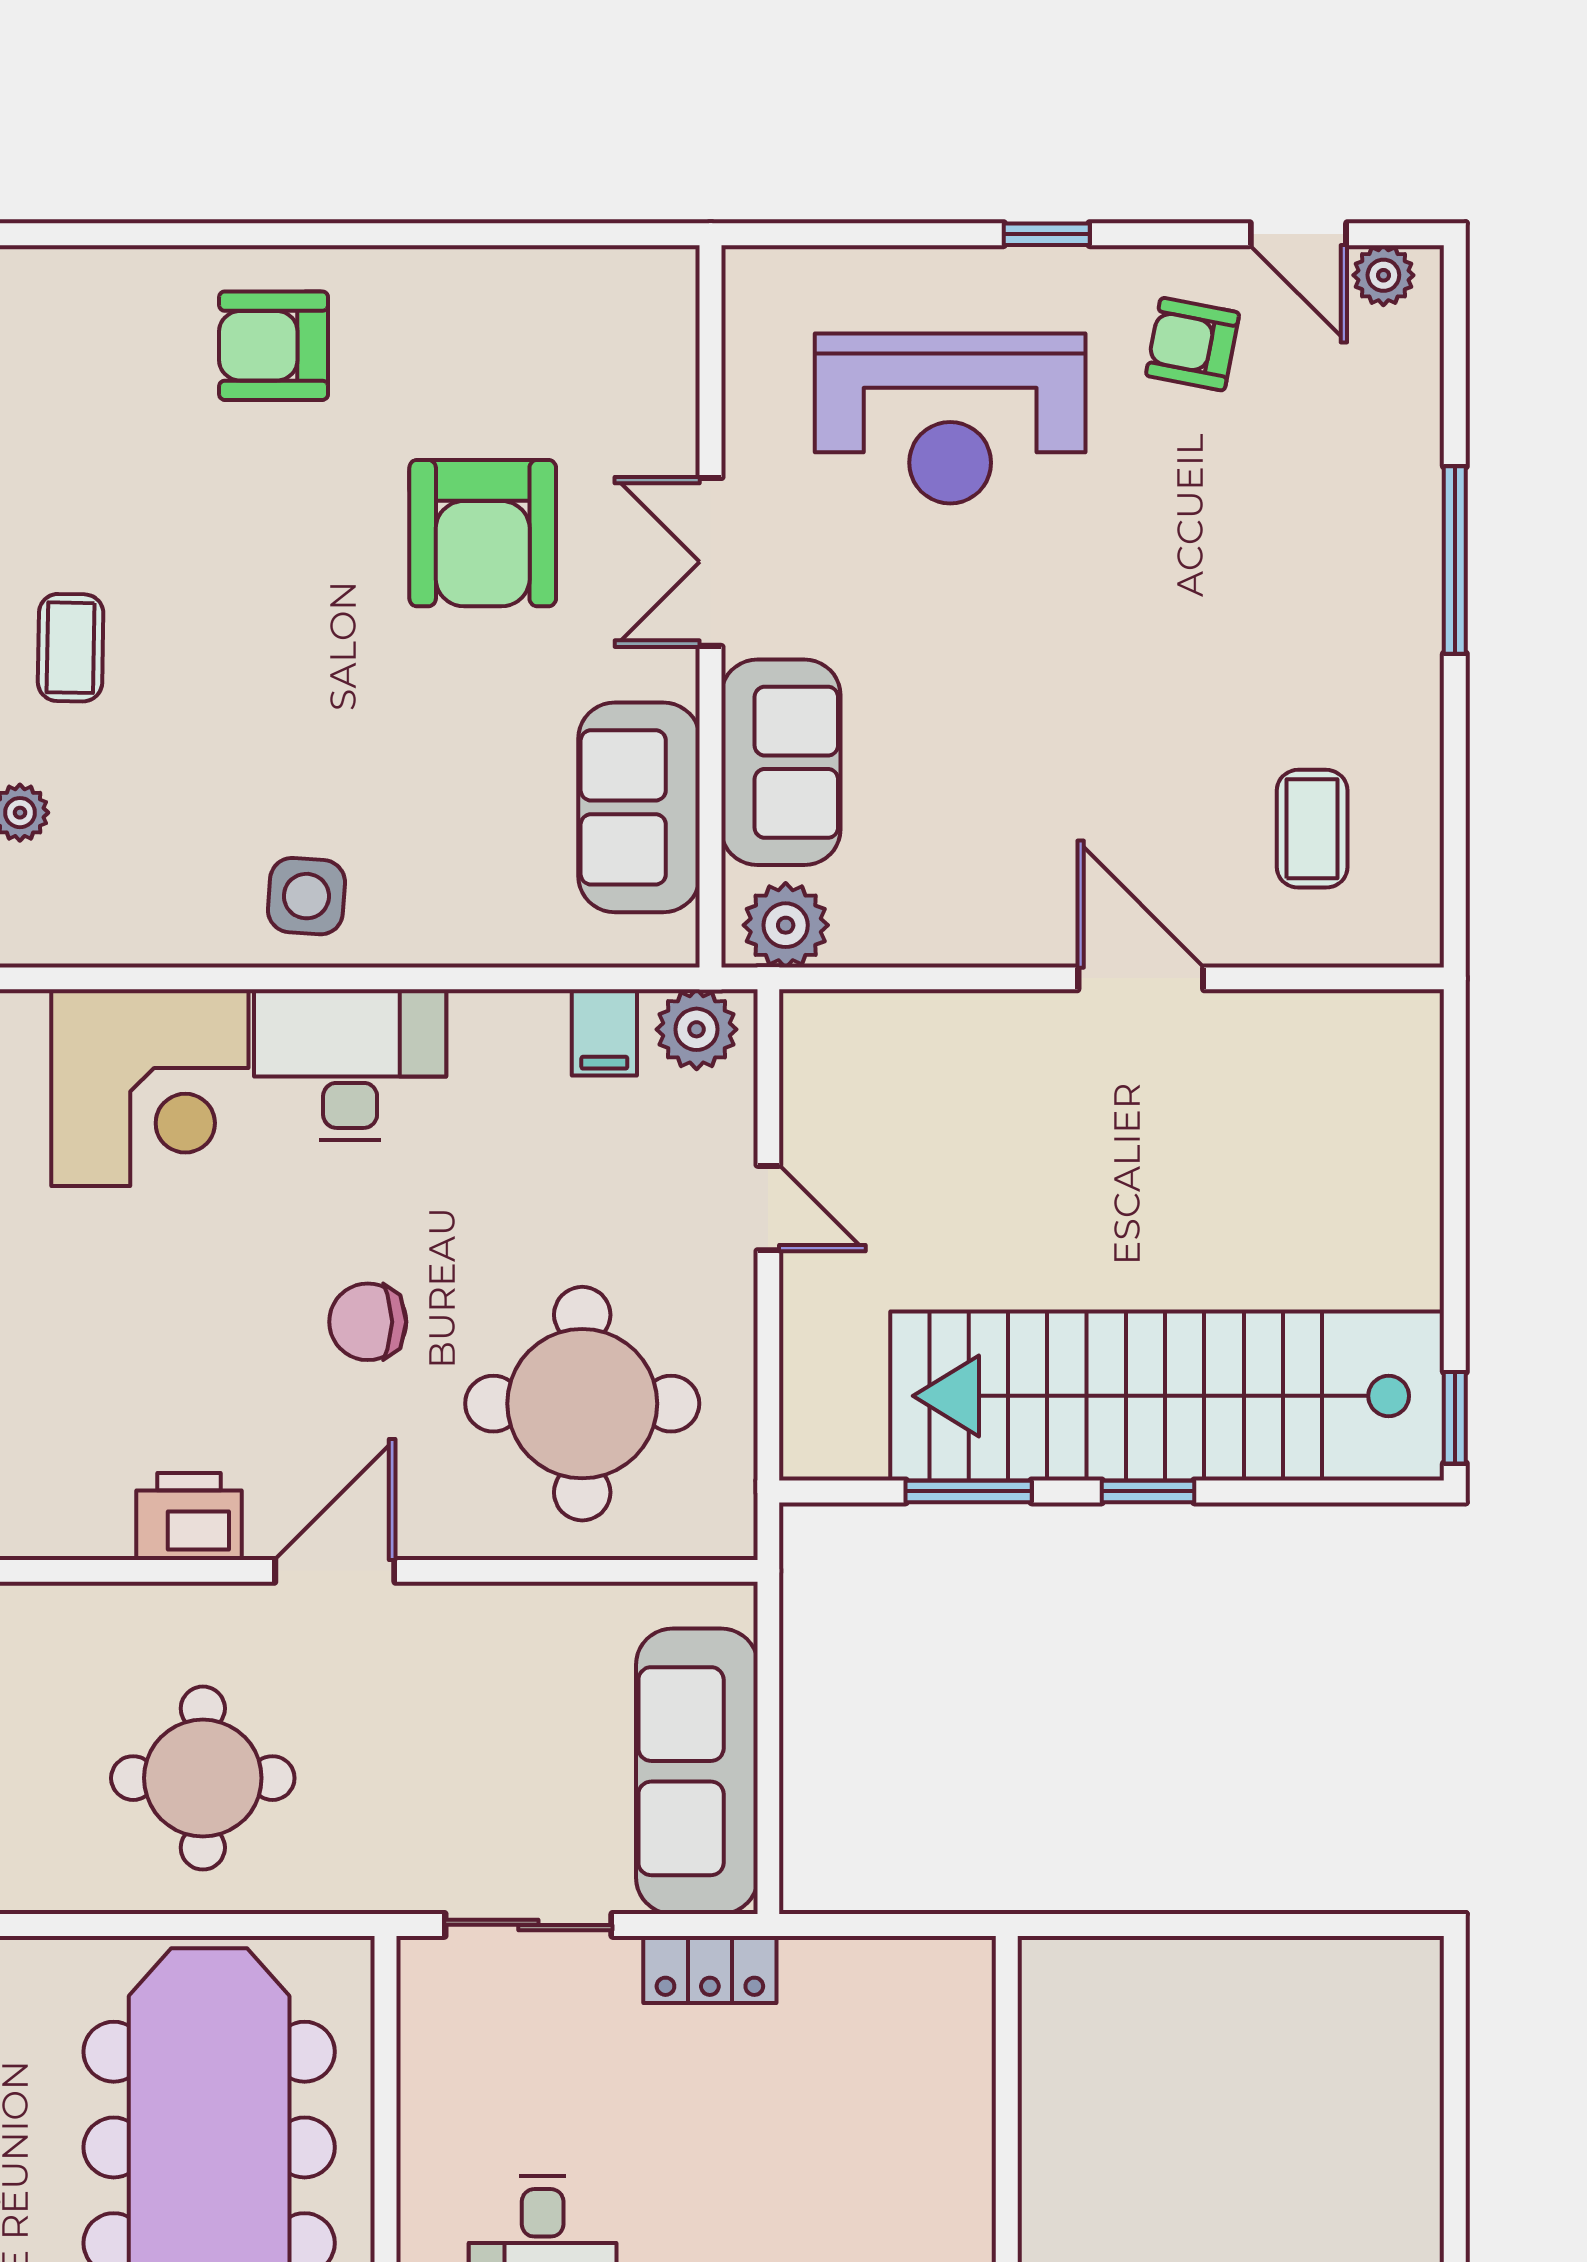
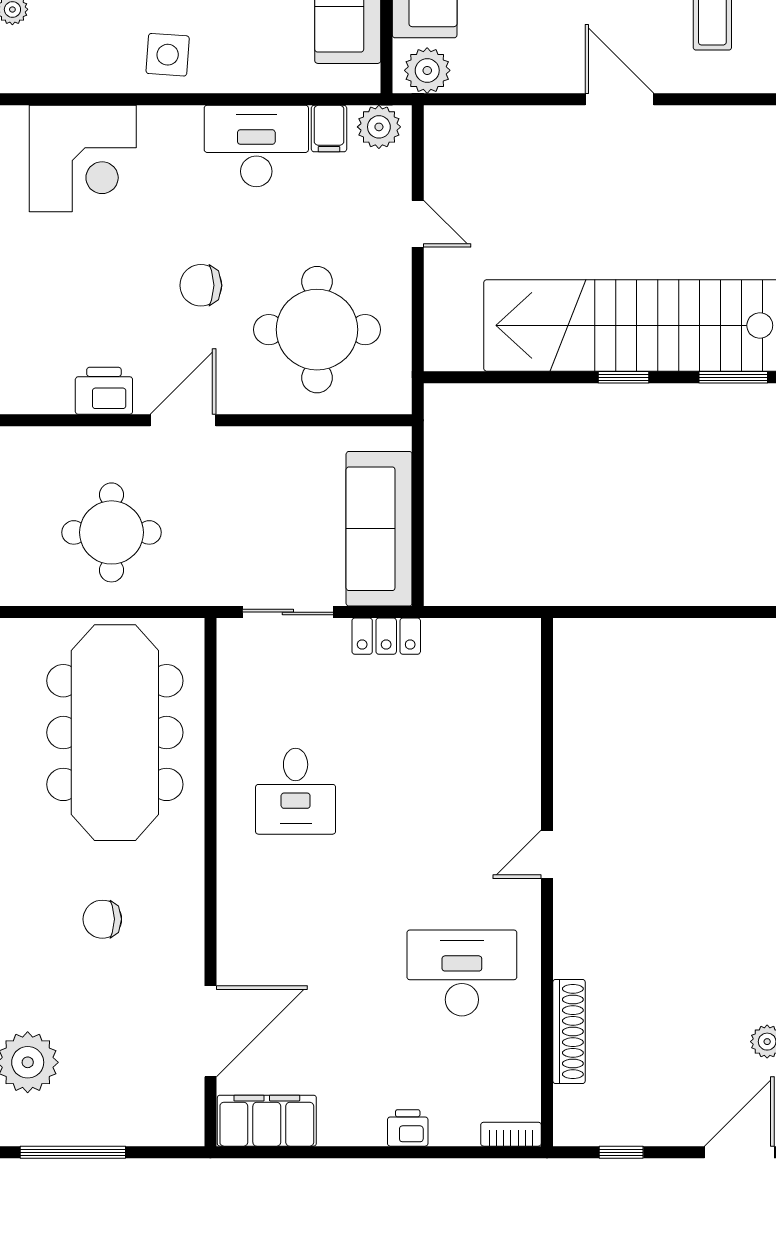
desk: (350, 1065) -> (256, 146), moved
window: (969, 1491) -> (733, 377), moved

